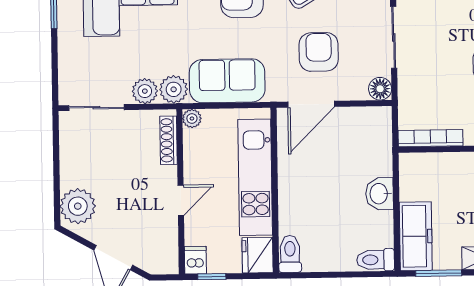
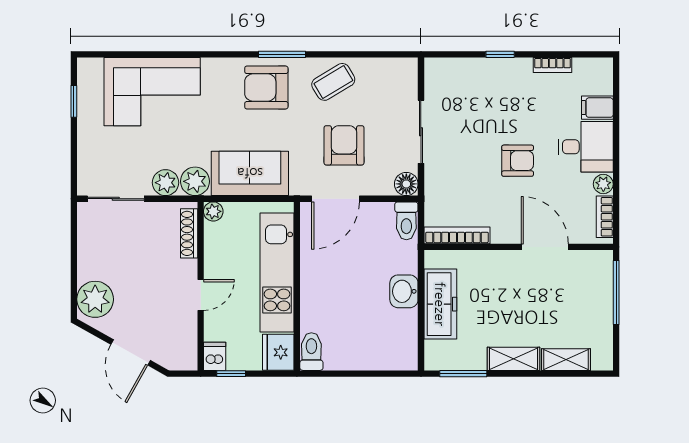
freezer: (416, 236) -> (440, 304), moved
toilet: (376, 260) -> (406, 221), moved, turned -90

